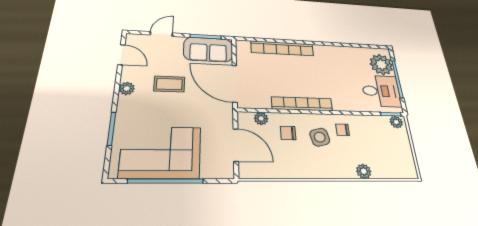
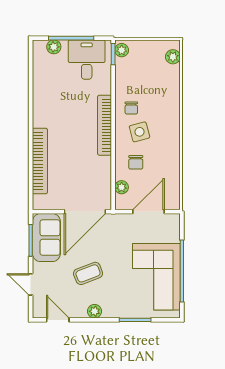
door: (121, 55) -> (58, 320), hinge flipped
plant: (381, 65) -> (54, 47), width x0.53, depth x0.53
coffee table: (169, 84) -> (88, 273), turned 69
bookcase: (302, 104) -> (105, 125), moved
plant: (364, 171) -> (173, 57), moved

